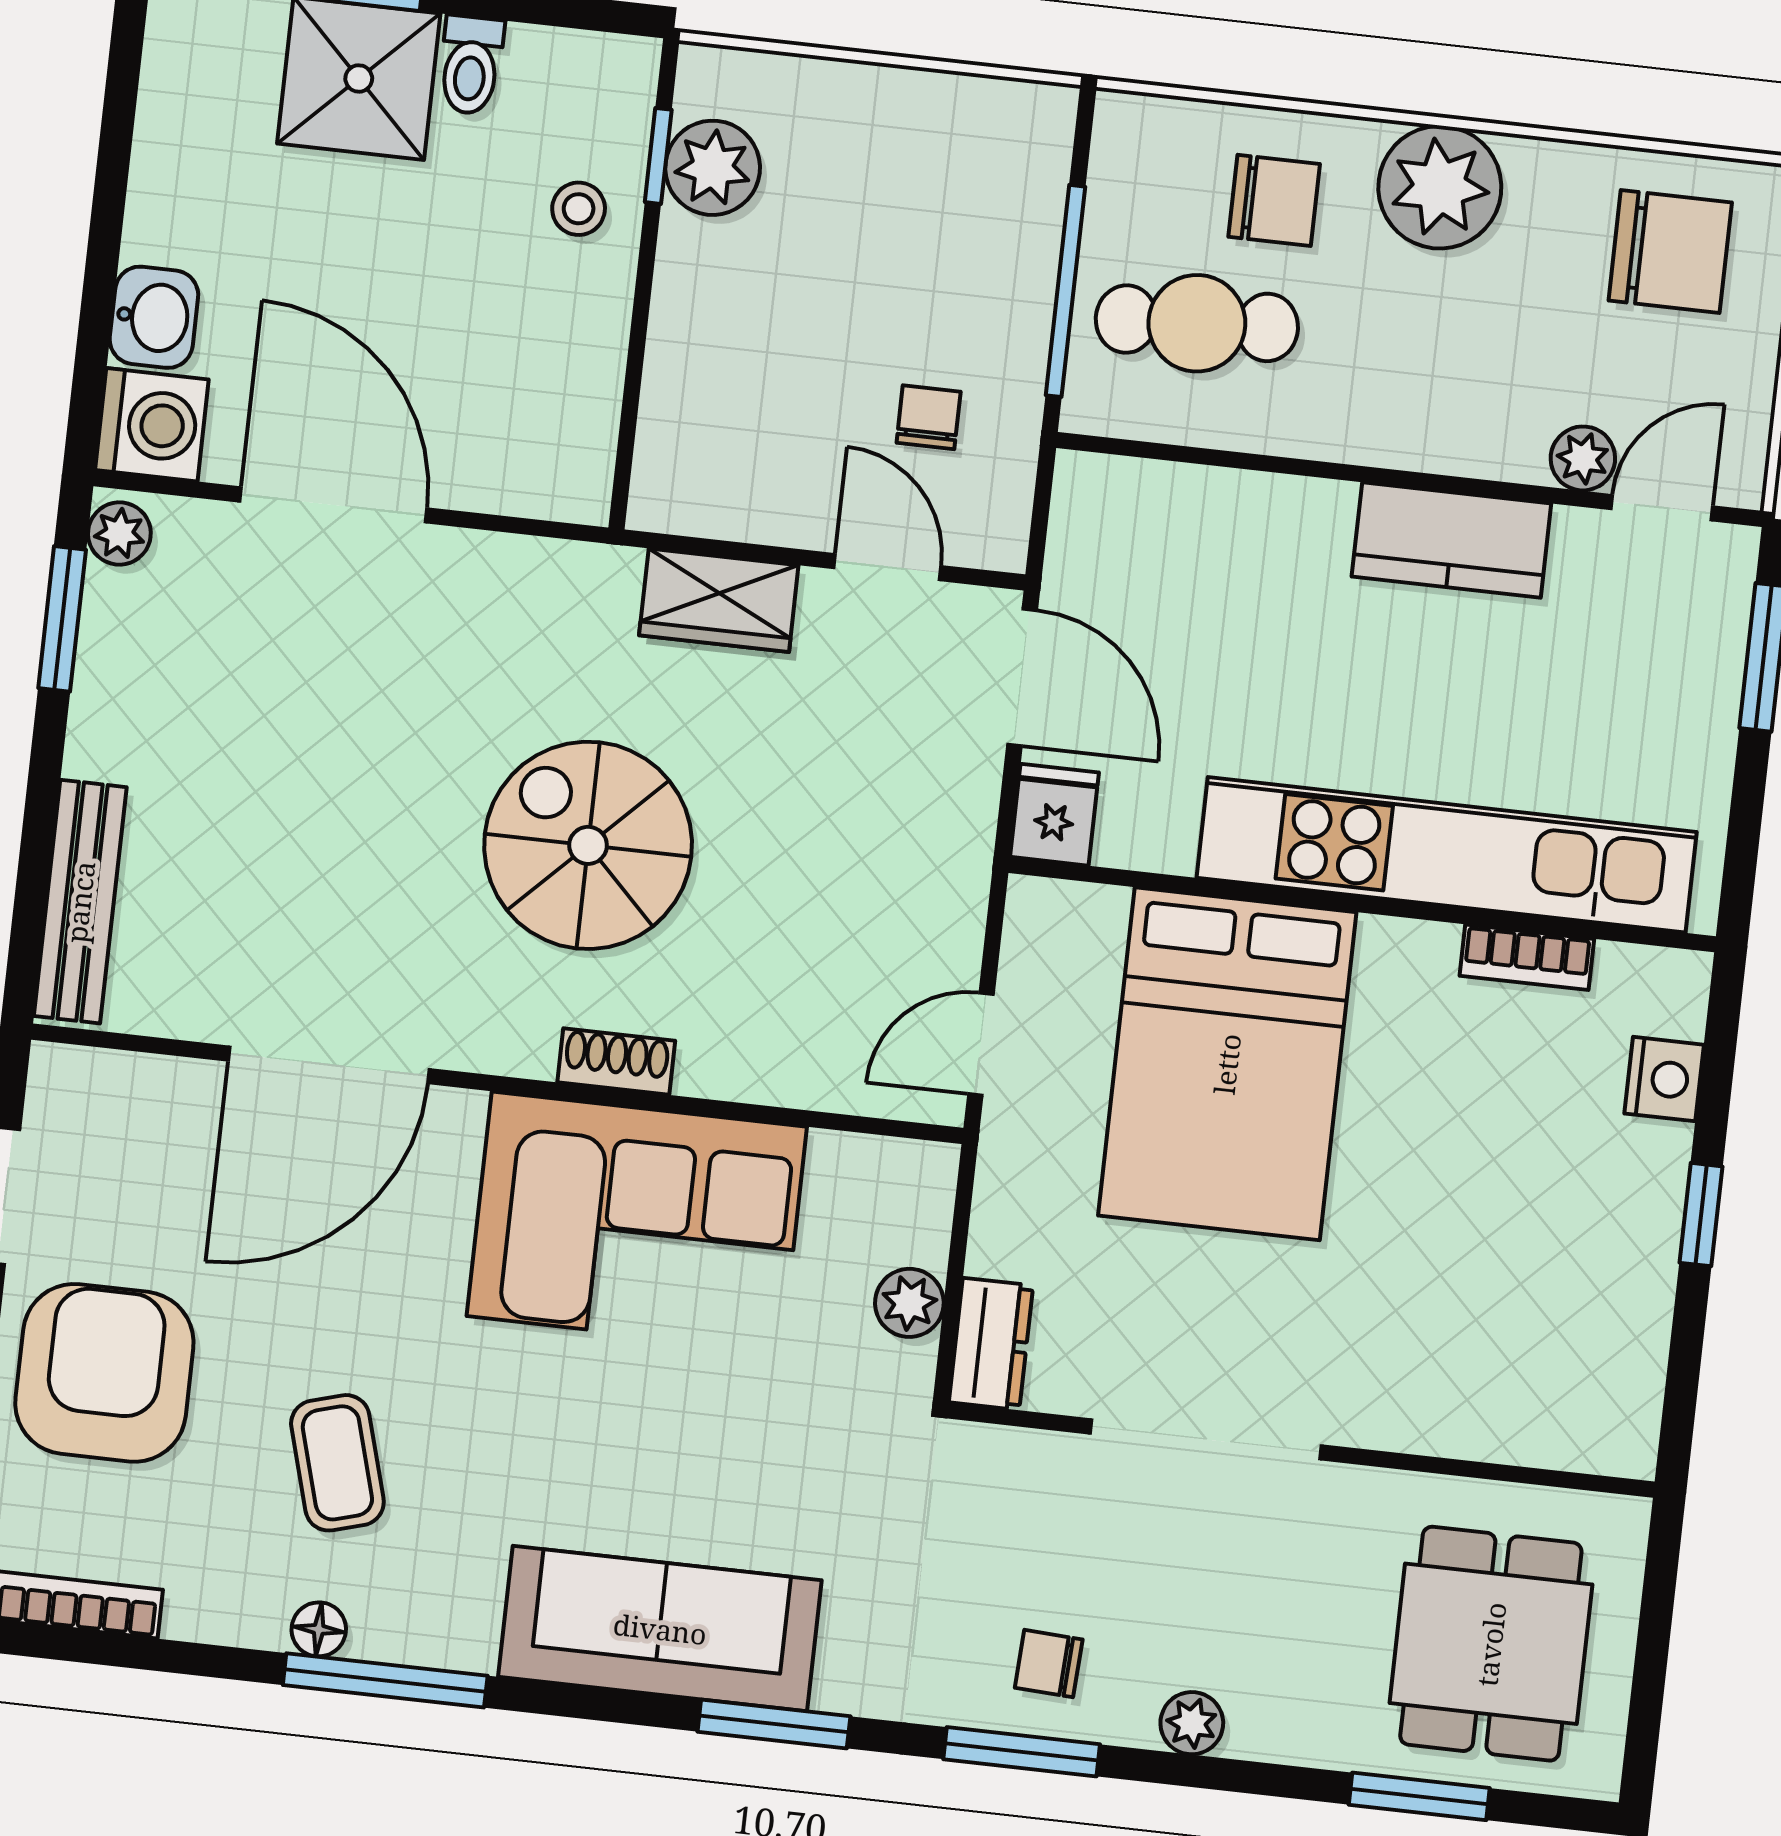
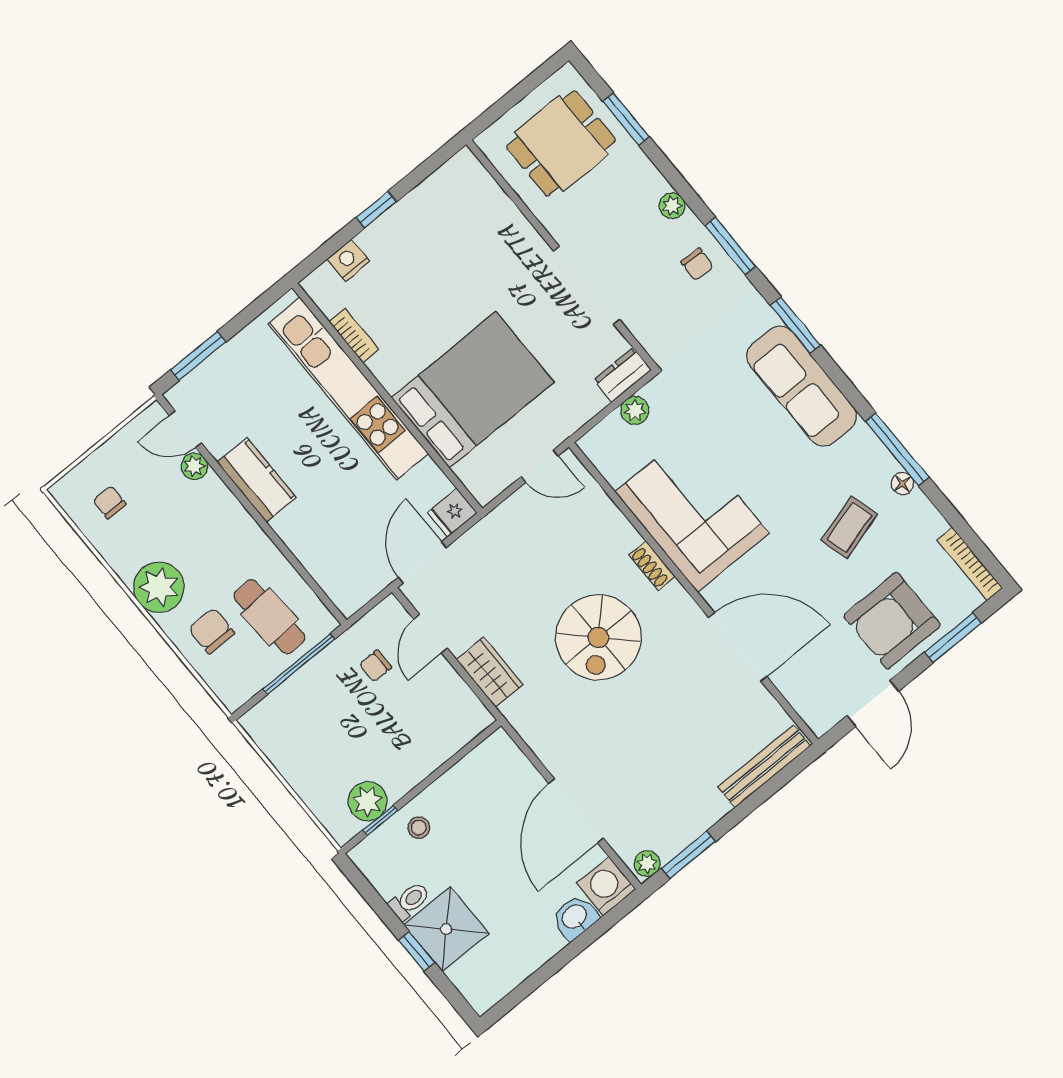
chair: (1670, 252) -> (109, 502), width x0.54, depth x0.54

